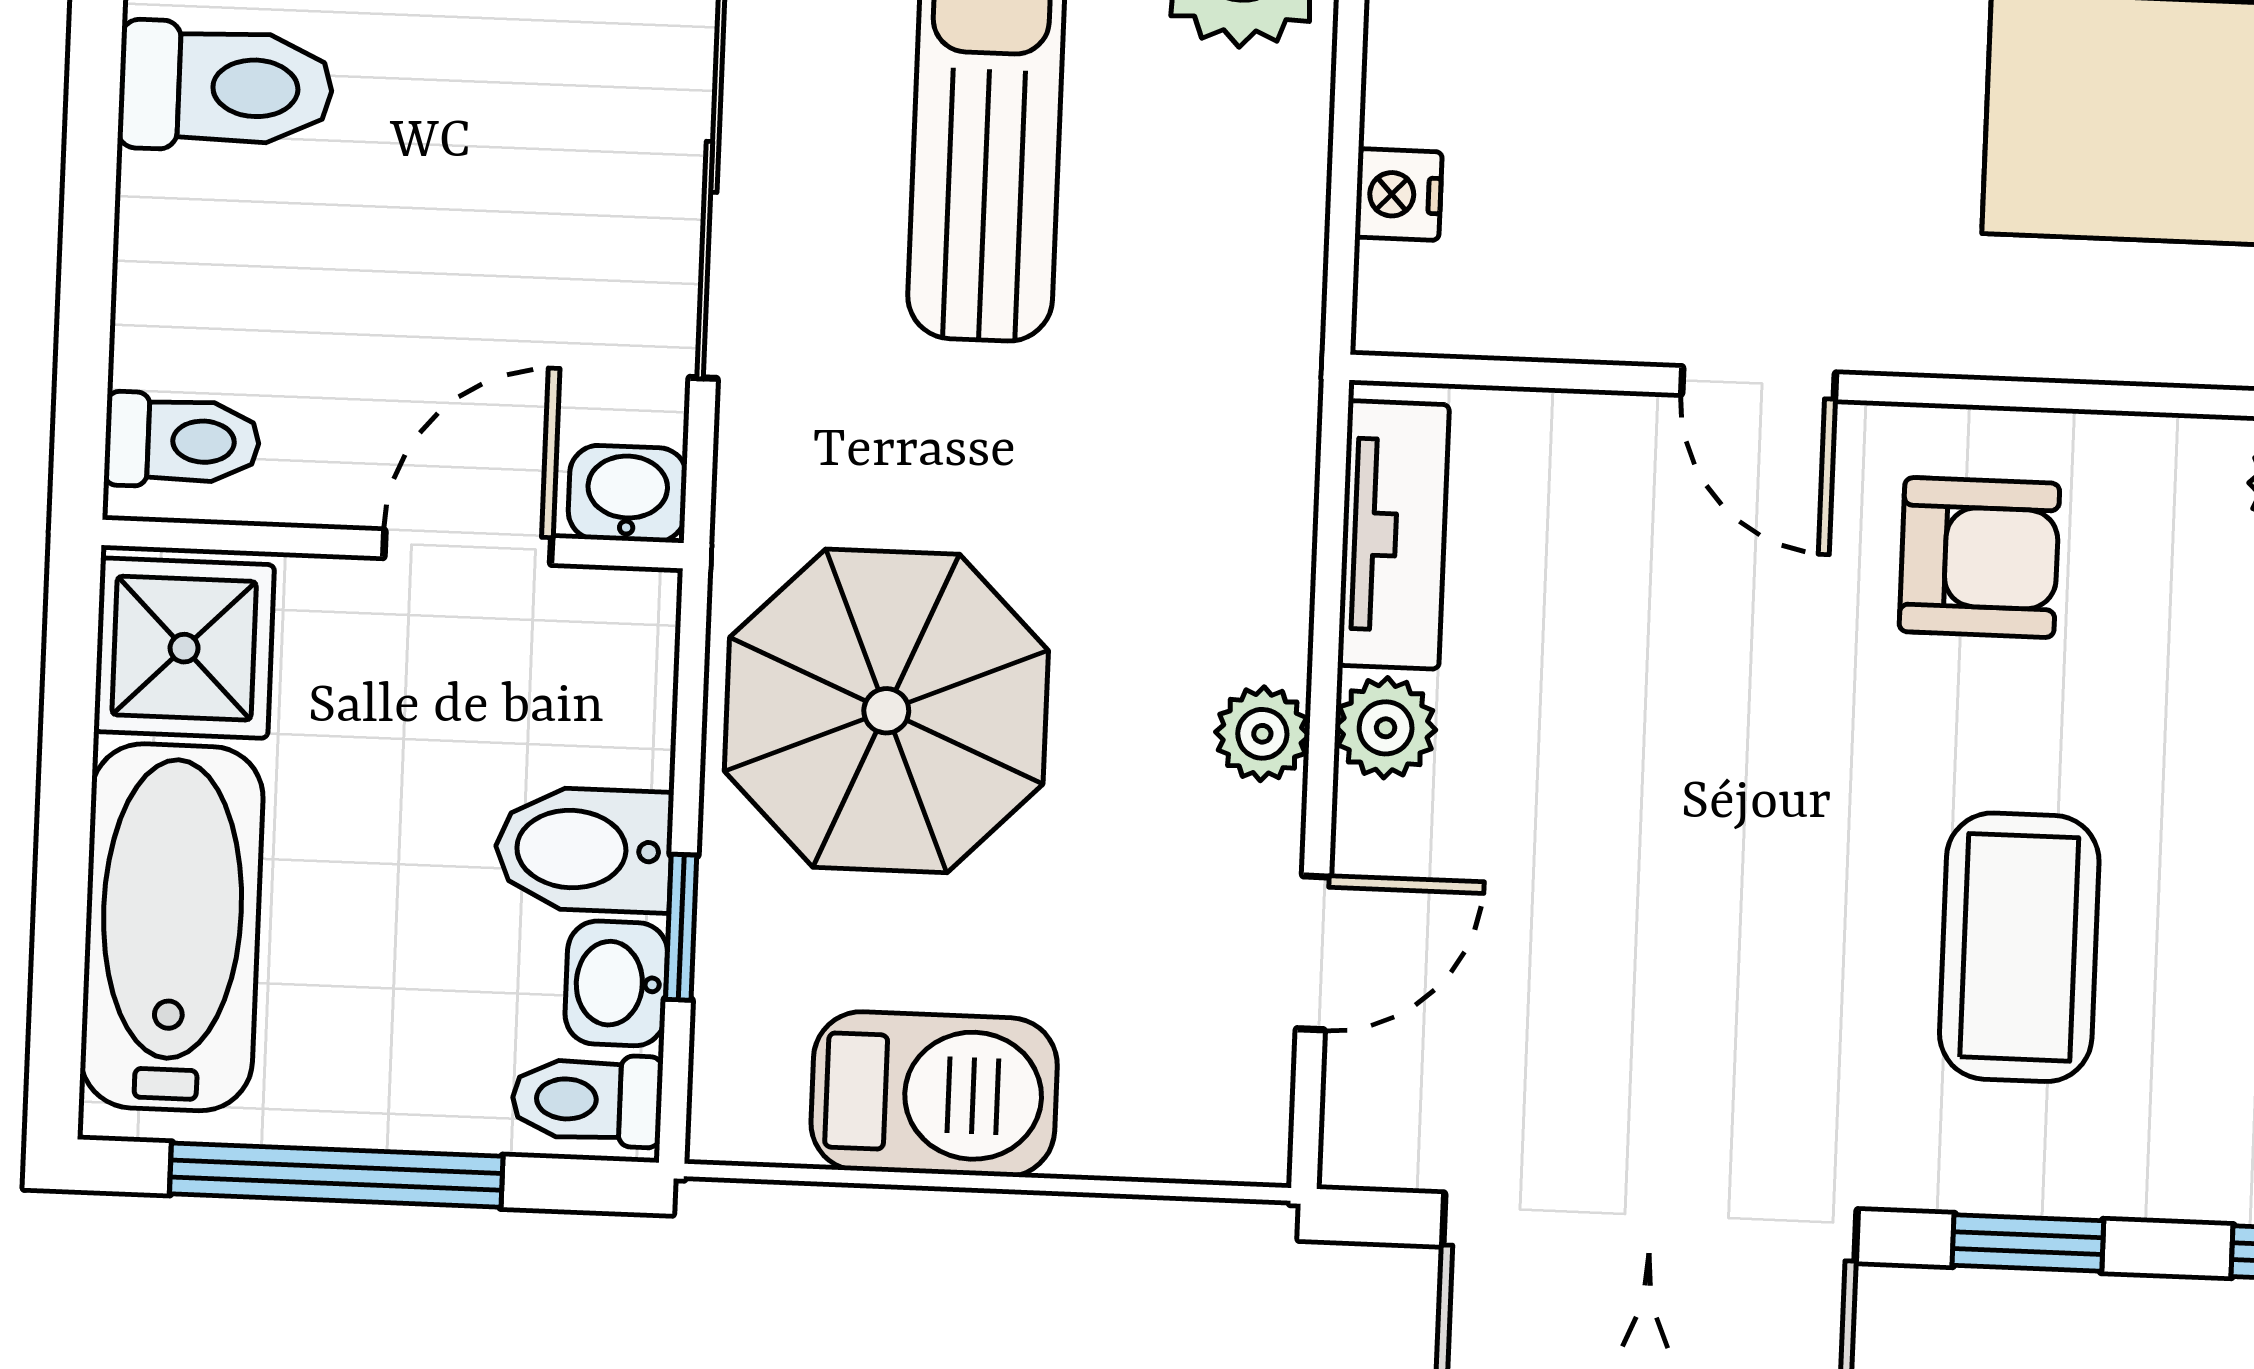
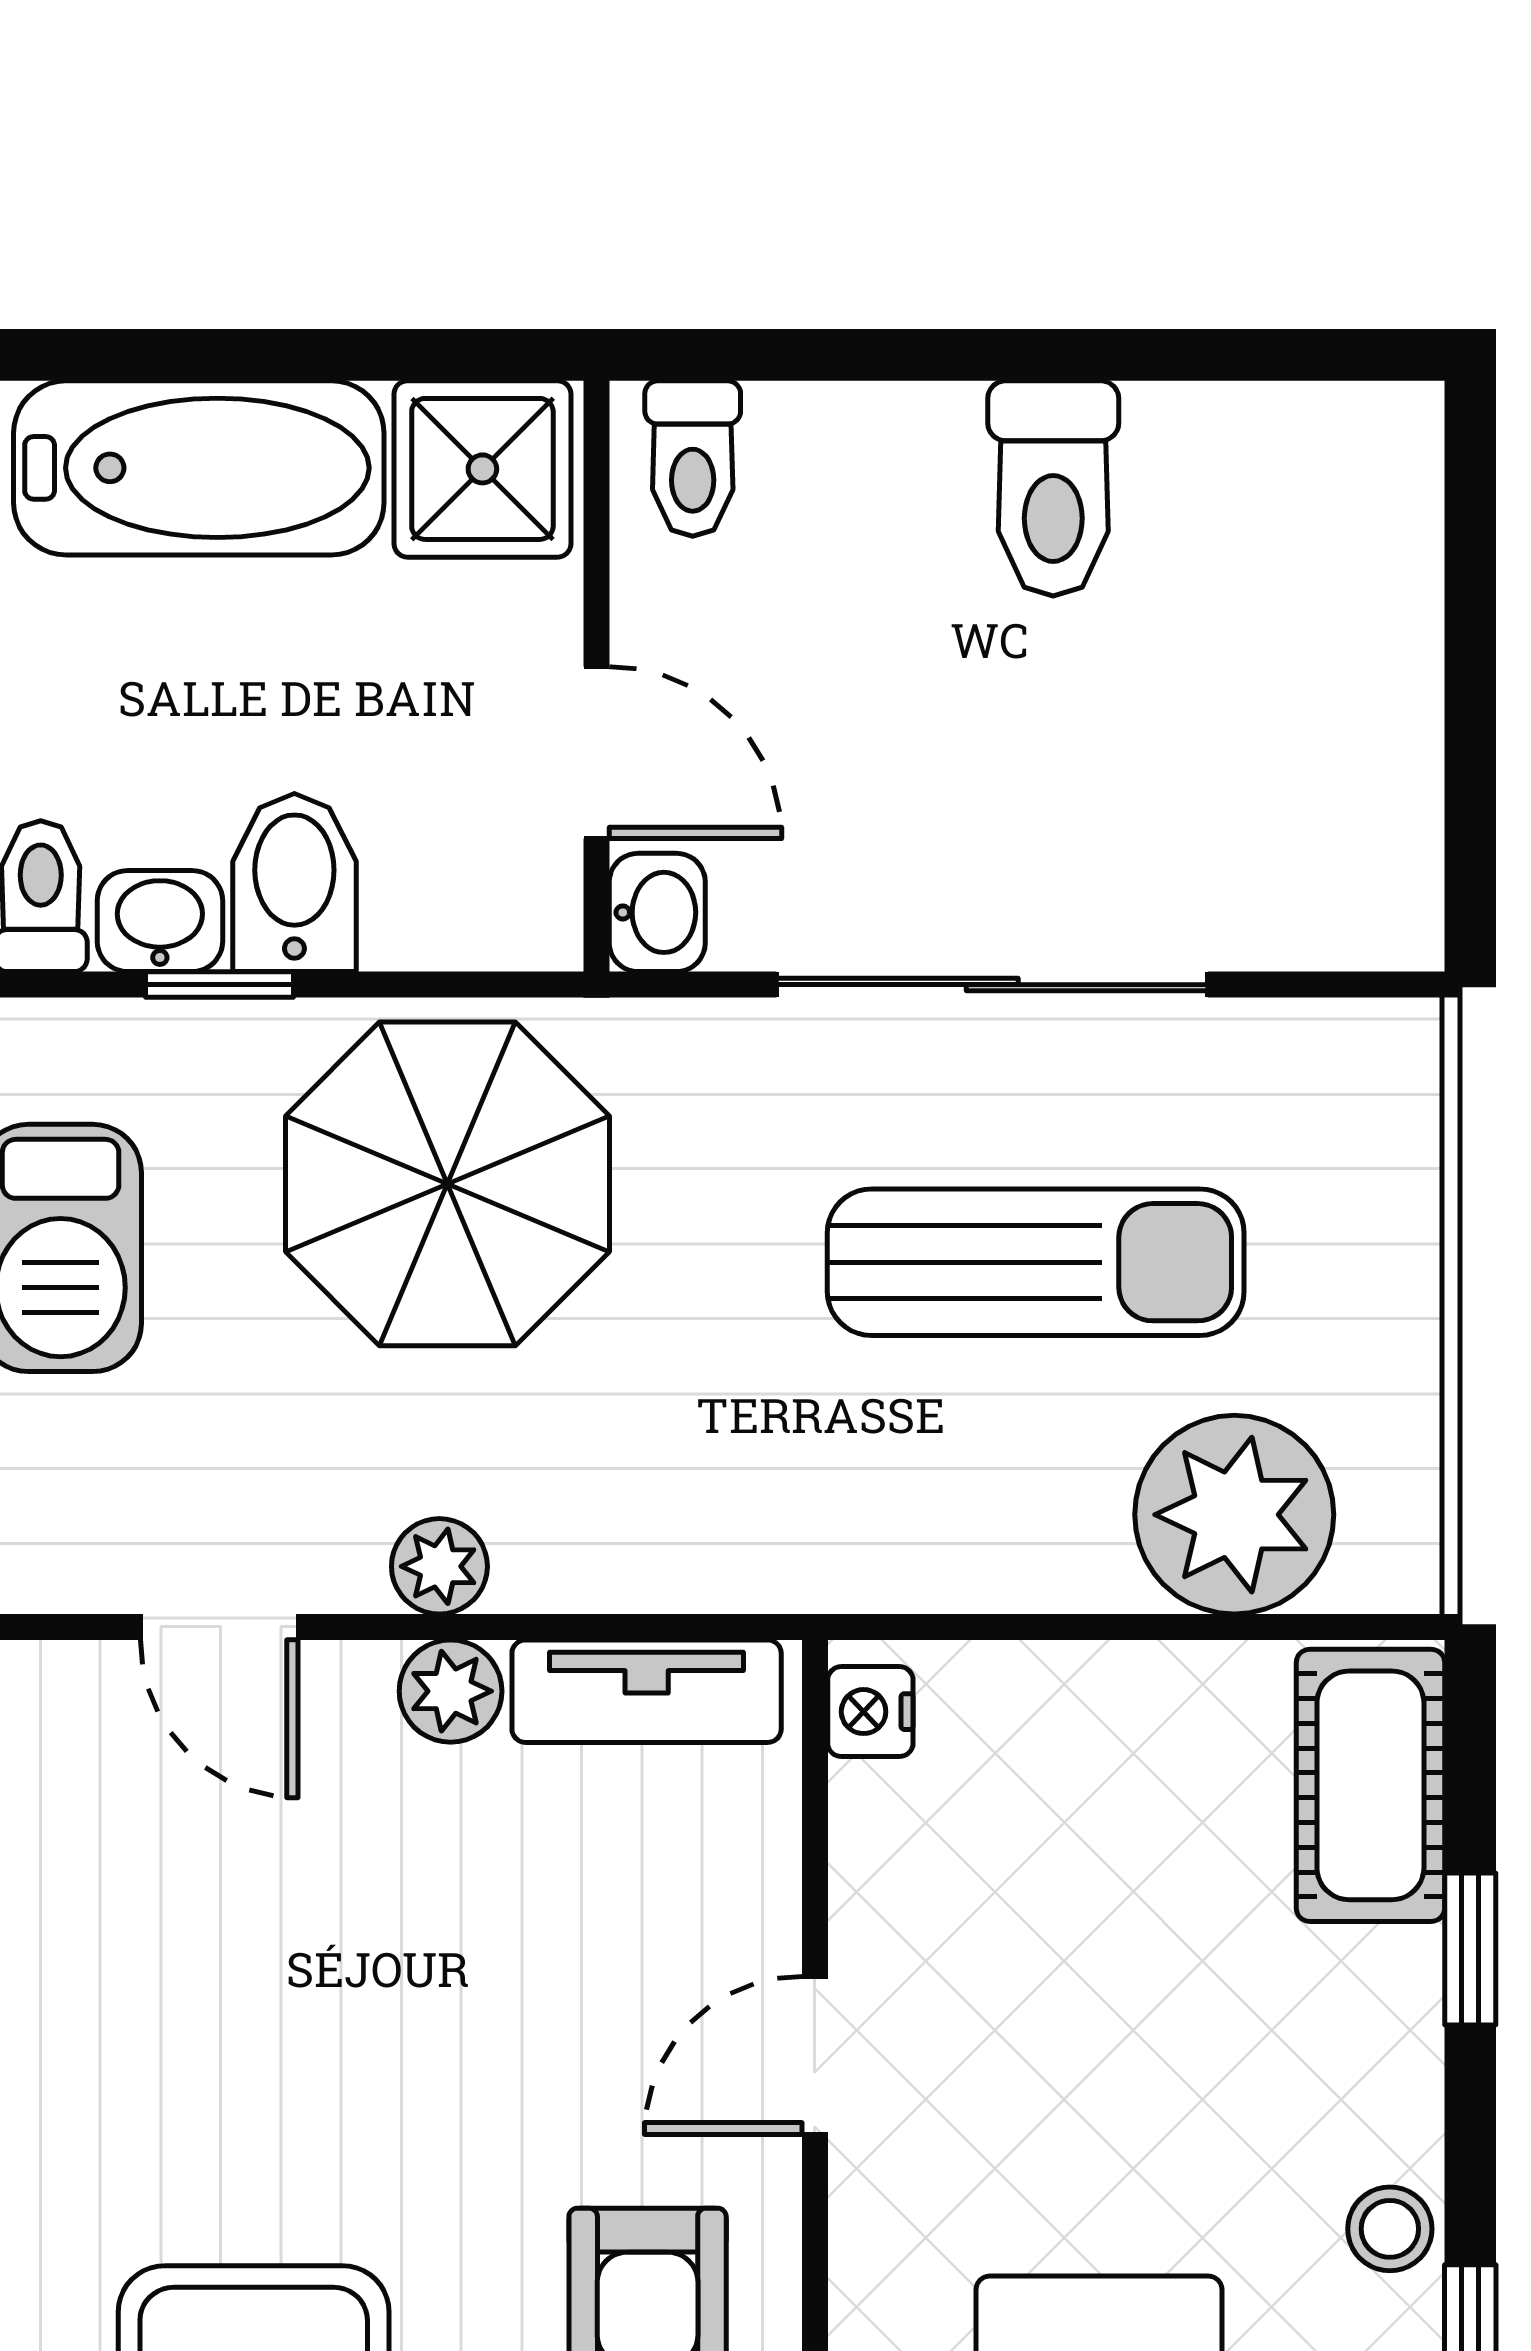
nightstand: (1398, 195) -> (870, 1712), moved, turned -90

